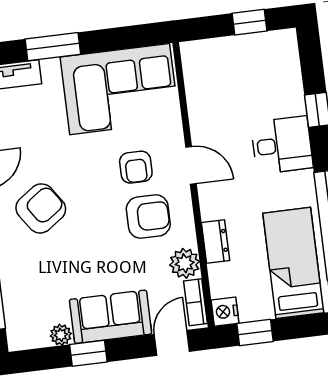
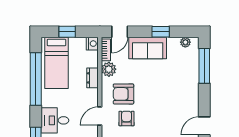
door: (191, 165) -> (100, 116), hinge flipped
armchair: (41, 208) -> (175, 104), removed
window: (255, 333) -> (67, 32), moved
plant: (61, 335) -> (185, 42), moved

